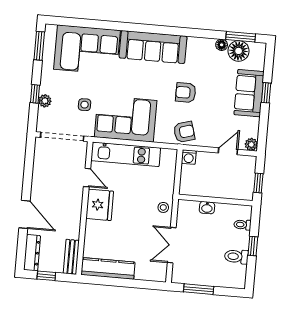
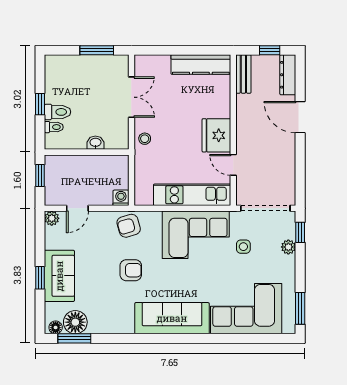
floor lamp: (222, 45) -> (56, 327), moved
window: (35, 94) -> (300, 232), moved
toilet: (236, 257) -> (58, 112), moved

